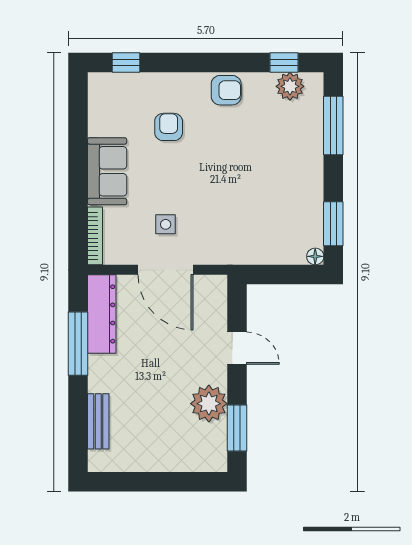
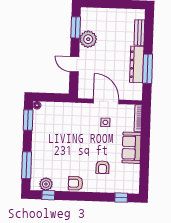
dresser: (102, 314) -> (137, 64), moved

